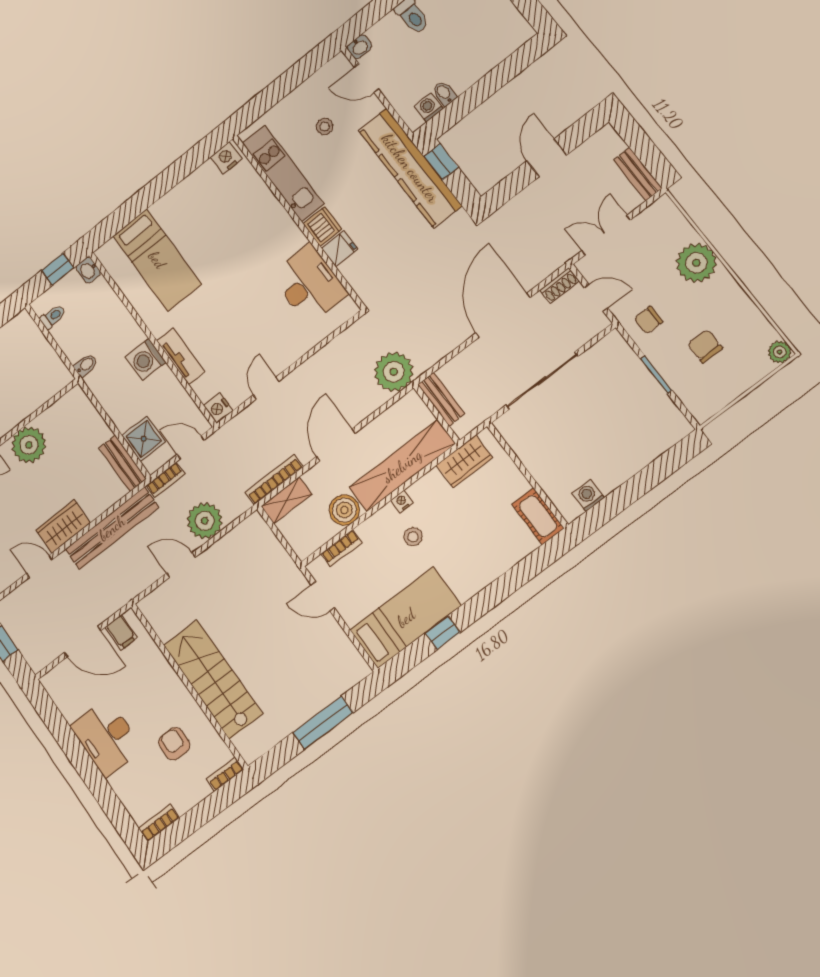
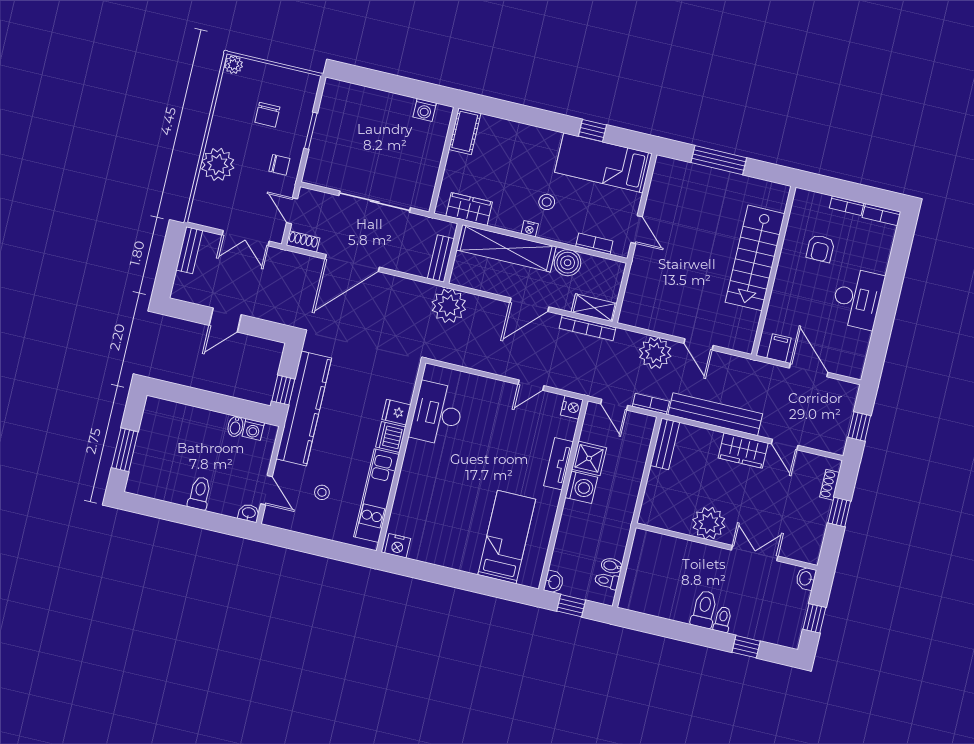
bidet: (85, 365) -> (612, 566), moved
shower: (144, 439) -> (589, 458), moved
bookcase: (225, 774) -> (847, 206), moved

